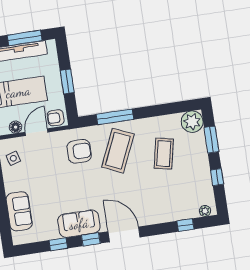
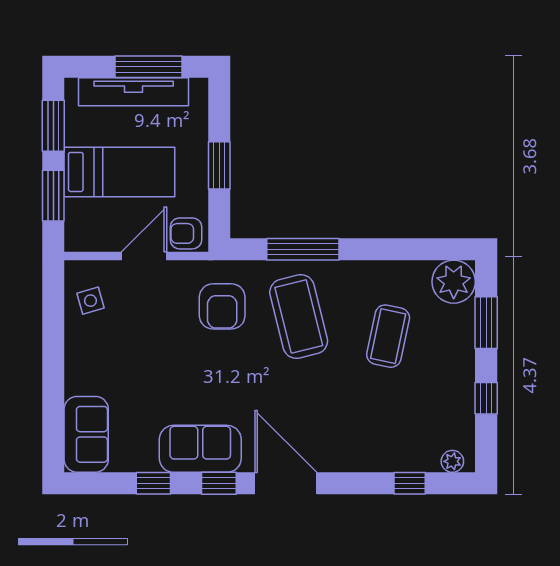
floor lamp: (16, 127) -> (104, 240), removed
armchair: (79, 151) -> (222, 306), turned 90
coffee table: (118, 151) -> (299, 317), turned -38
sofa: (19, 211) -> (86, 434), moved

